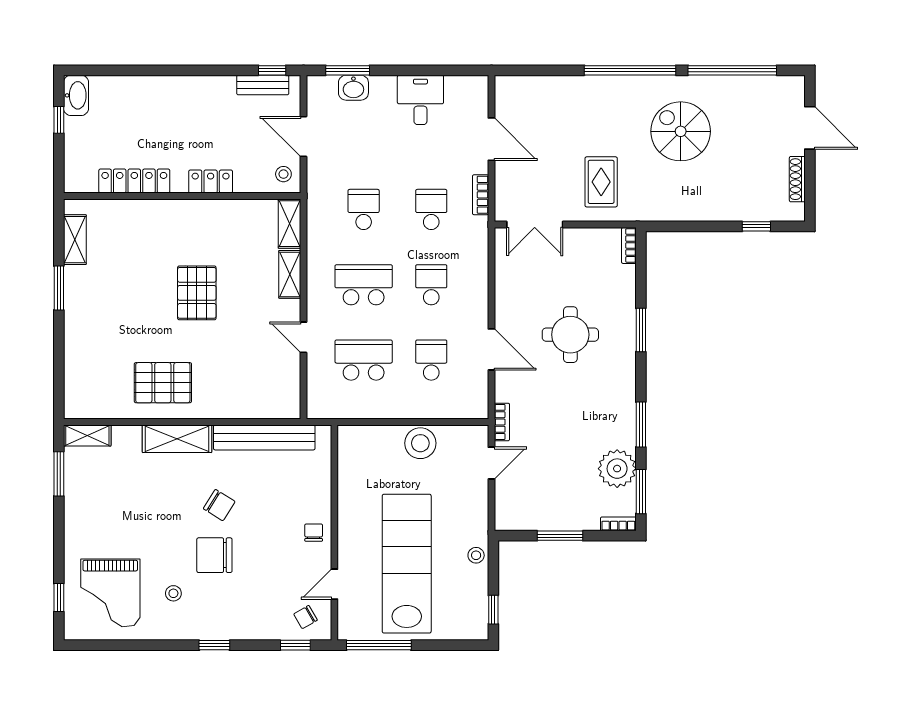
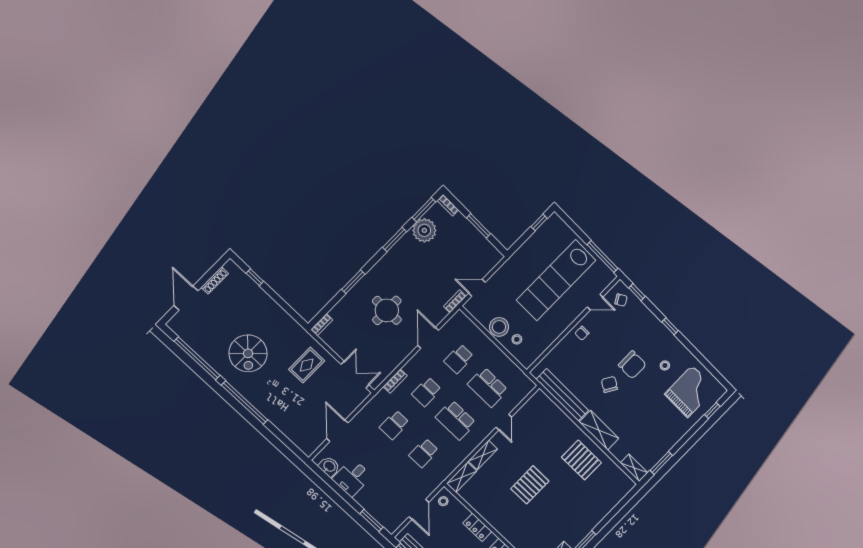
washbasin: (353, 88) -> (329, 466), moved
bookcase: (481, 195) -> (395, 381), moved
stool: (476, 555) -> (517, 339), moved

